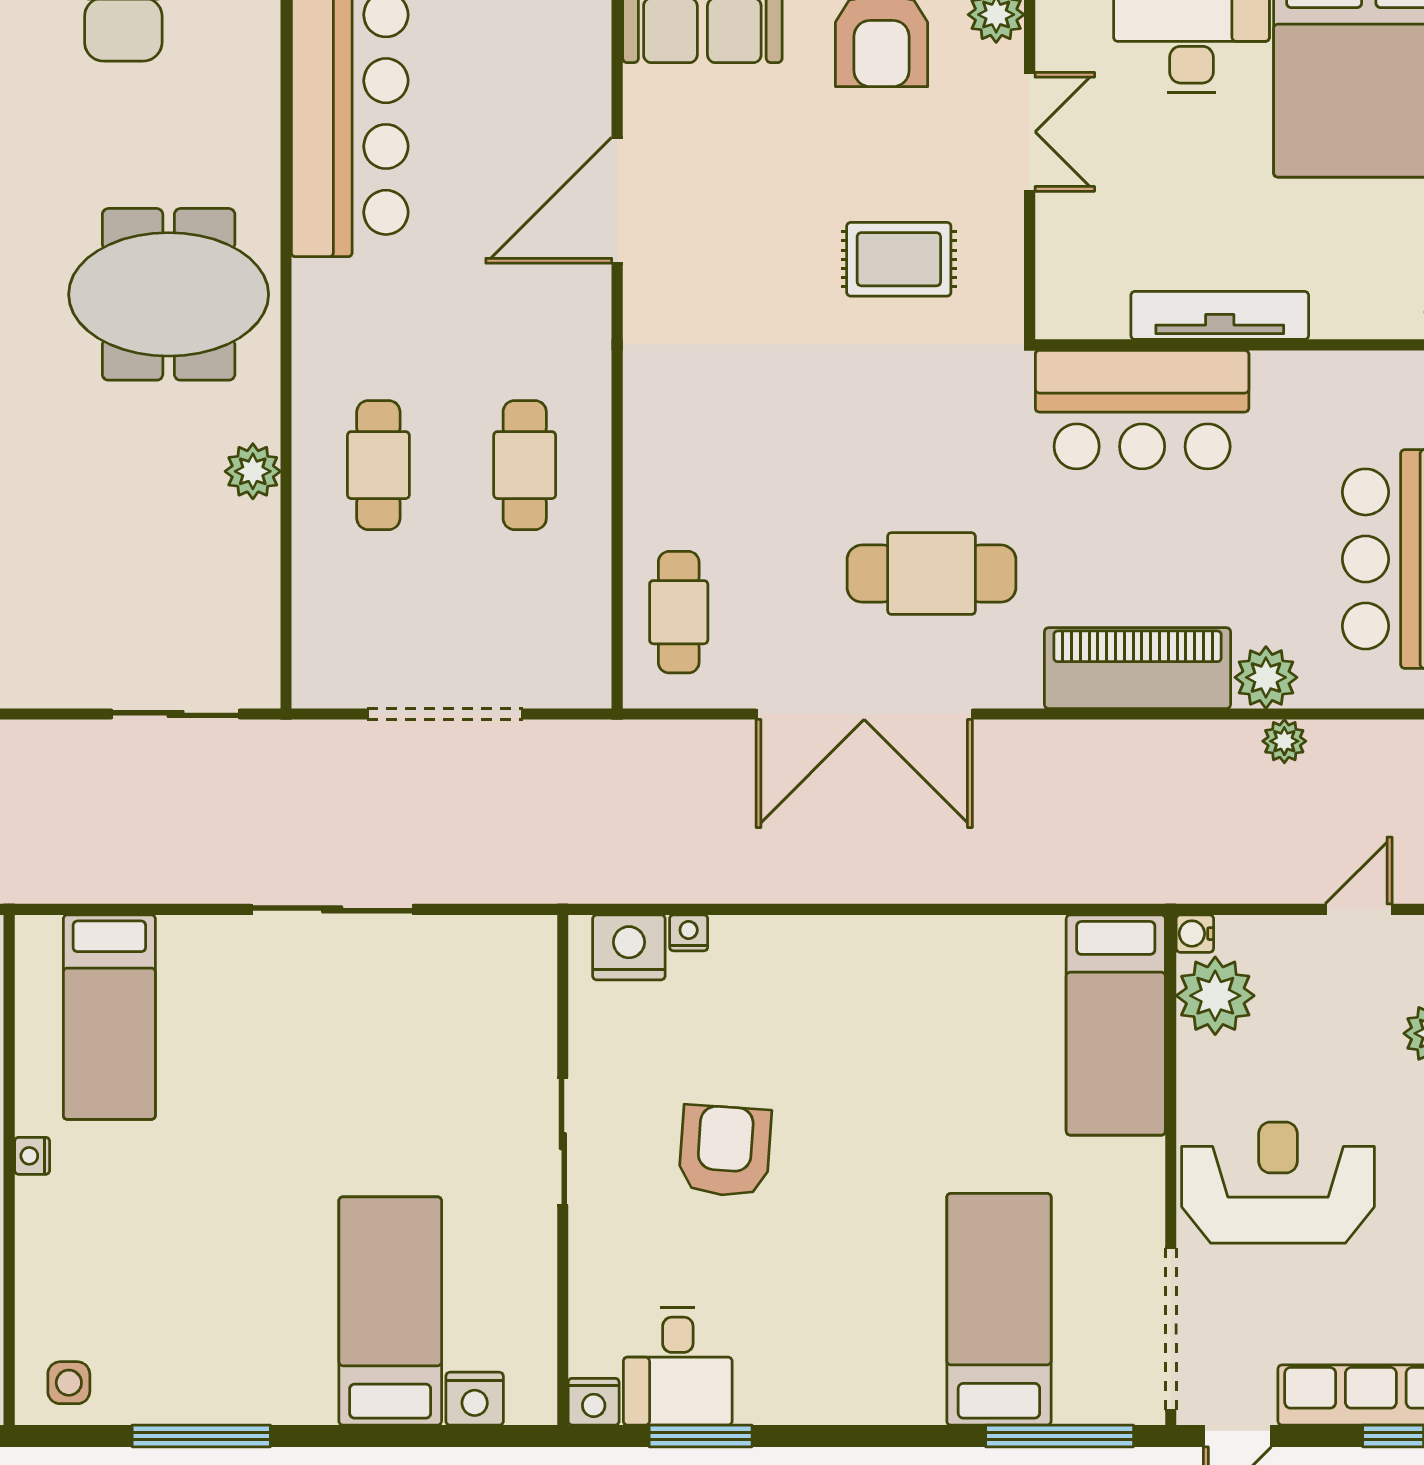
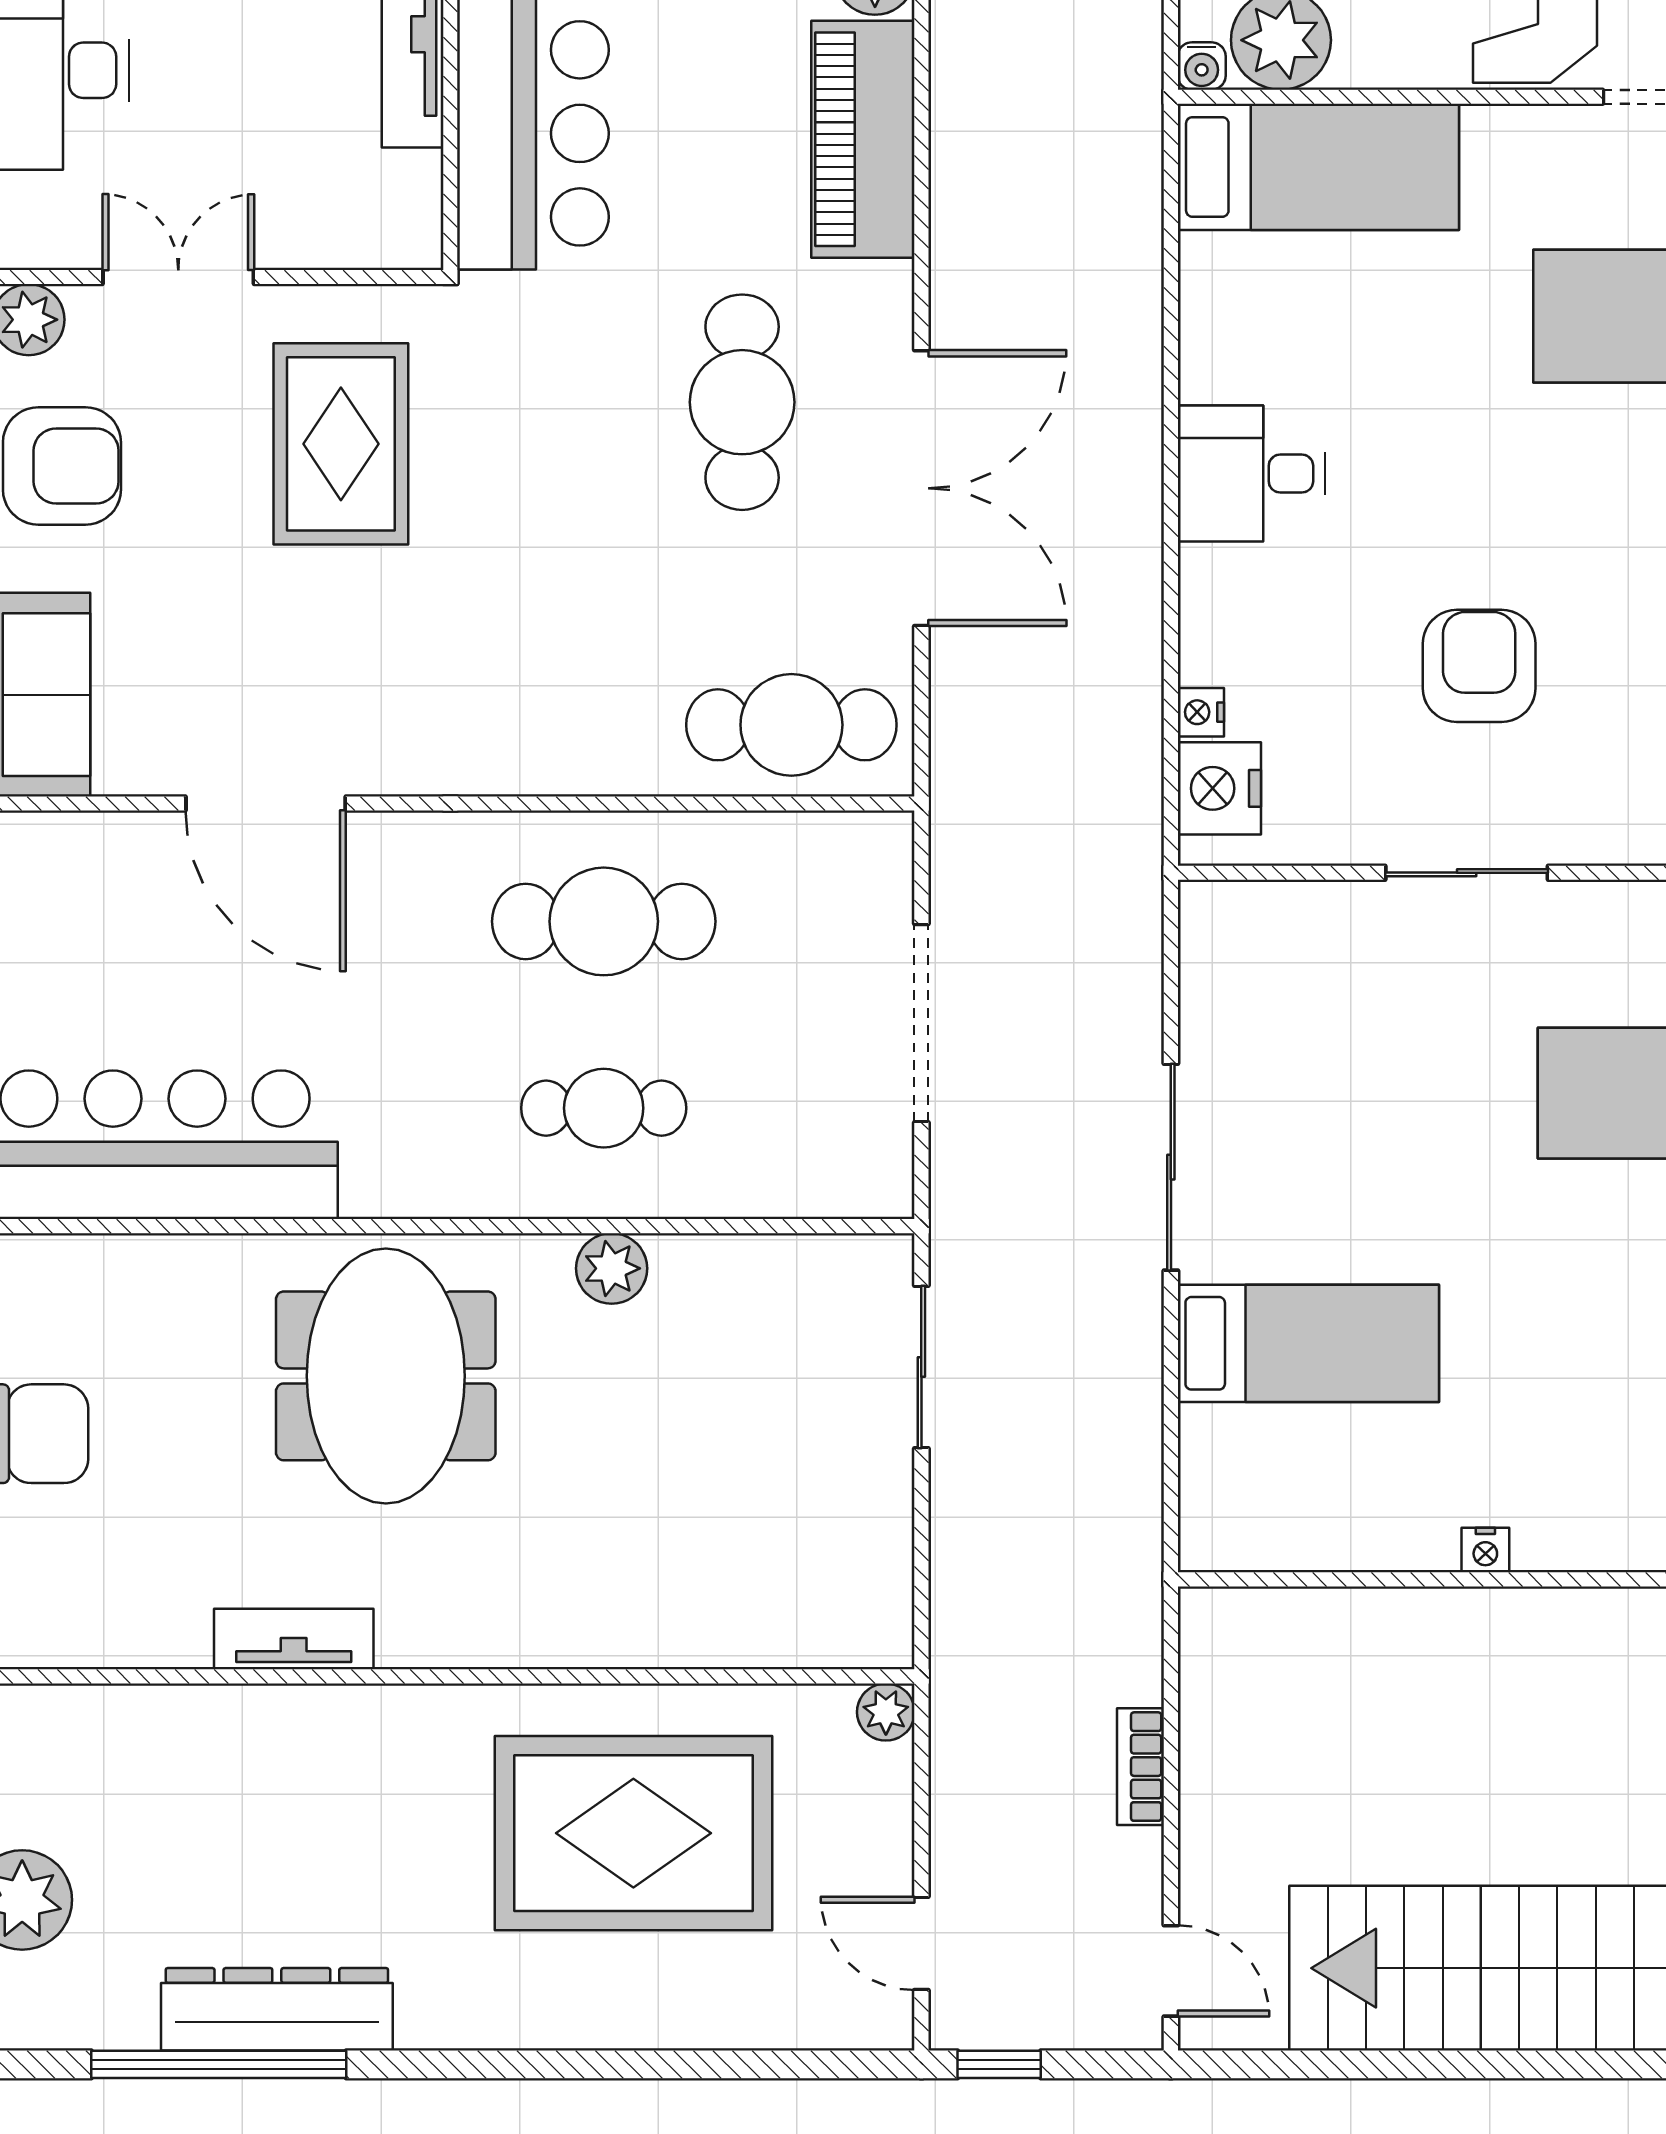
rug: (899, 259) -> (341, 444), width x1.36, depth x1.43
cafe table: (525, 465) -> (604, 921), width x1.37, depth x1.35
cafe table: (679, 612) -> (791, 725), width x1.37, depth x1.35
desk: (876, 972) -> (1251, 474), added
bed: (109, 1017) -> (1308, 1343), moved
armchair: (725, 1151) -> (1479, 666), turned 86

